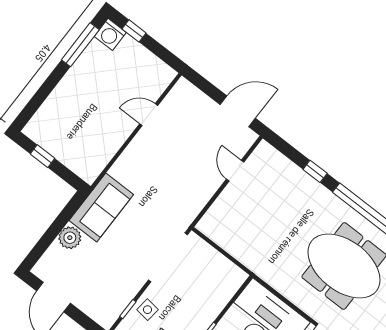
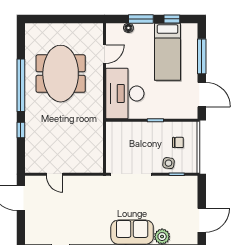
door: (235, 171) -> (55, 174), hinge flipped

